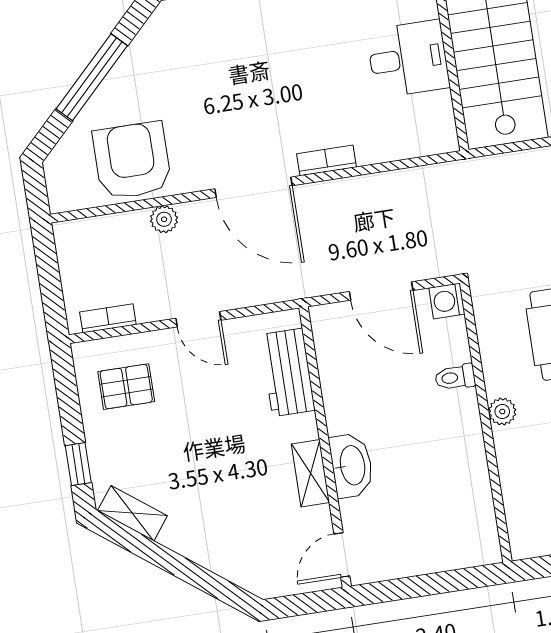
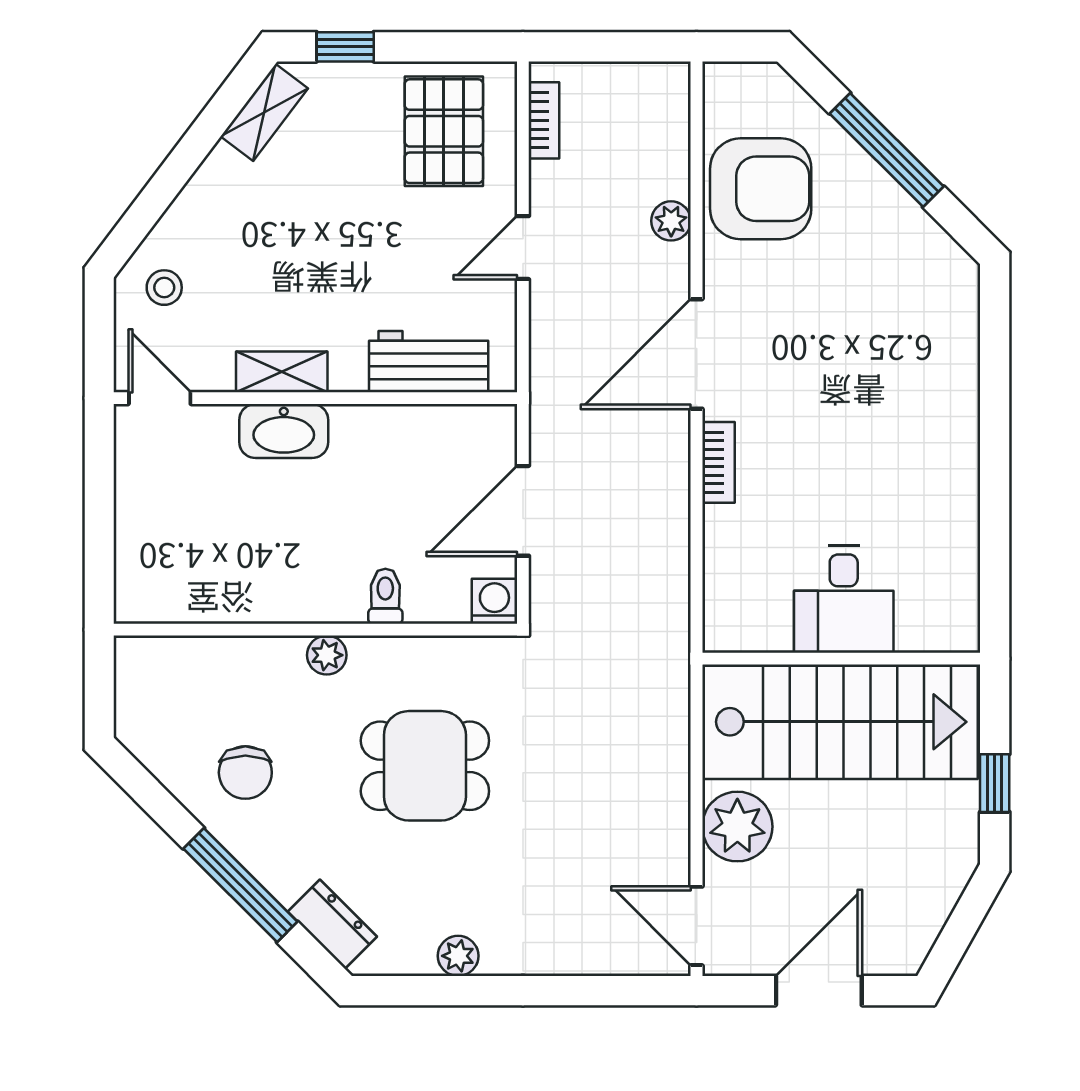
pallet: (126, 387) -> (444, 131), width x1.50, depth x1.42
stool: (265, 564) -> (164, 288), added

